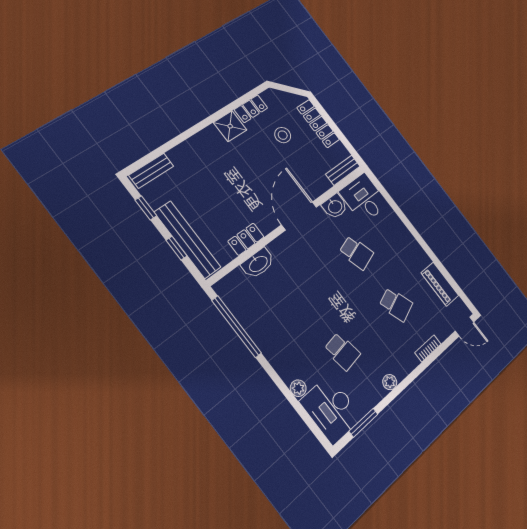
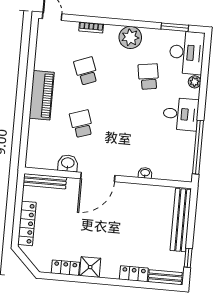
stool: (283, 135) -> (60, 235), removed
bench: (343, 170) -> (45, 181), width x1.36
desk: (364, 198) -> (181, 114), moved, turned -90
locker: (246, 239) -> (134, 274), moved, turned 180
window: (177, 248) -> (191, 220), removed
washbasin: (258, 263) -> (145, 173), width x0.52, depth x0.69
piano: (440, 284) -> (42, 95), moved, width x1.37, depth x1.33
plant: (390, 382) -> (130, 37), width x1.87, depth x1.87

